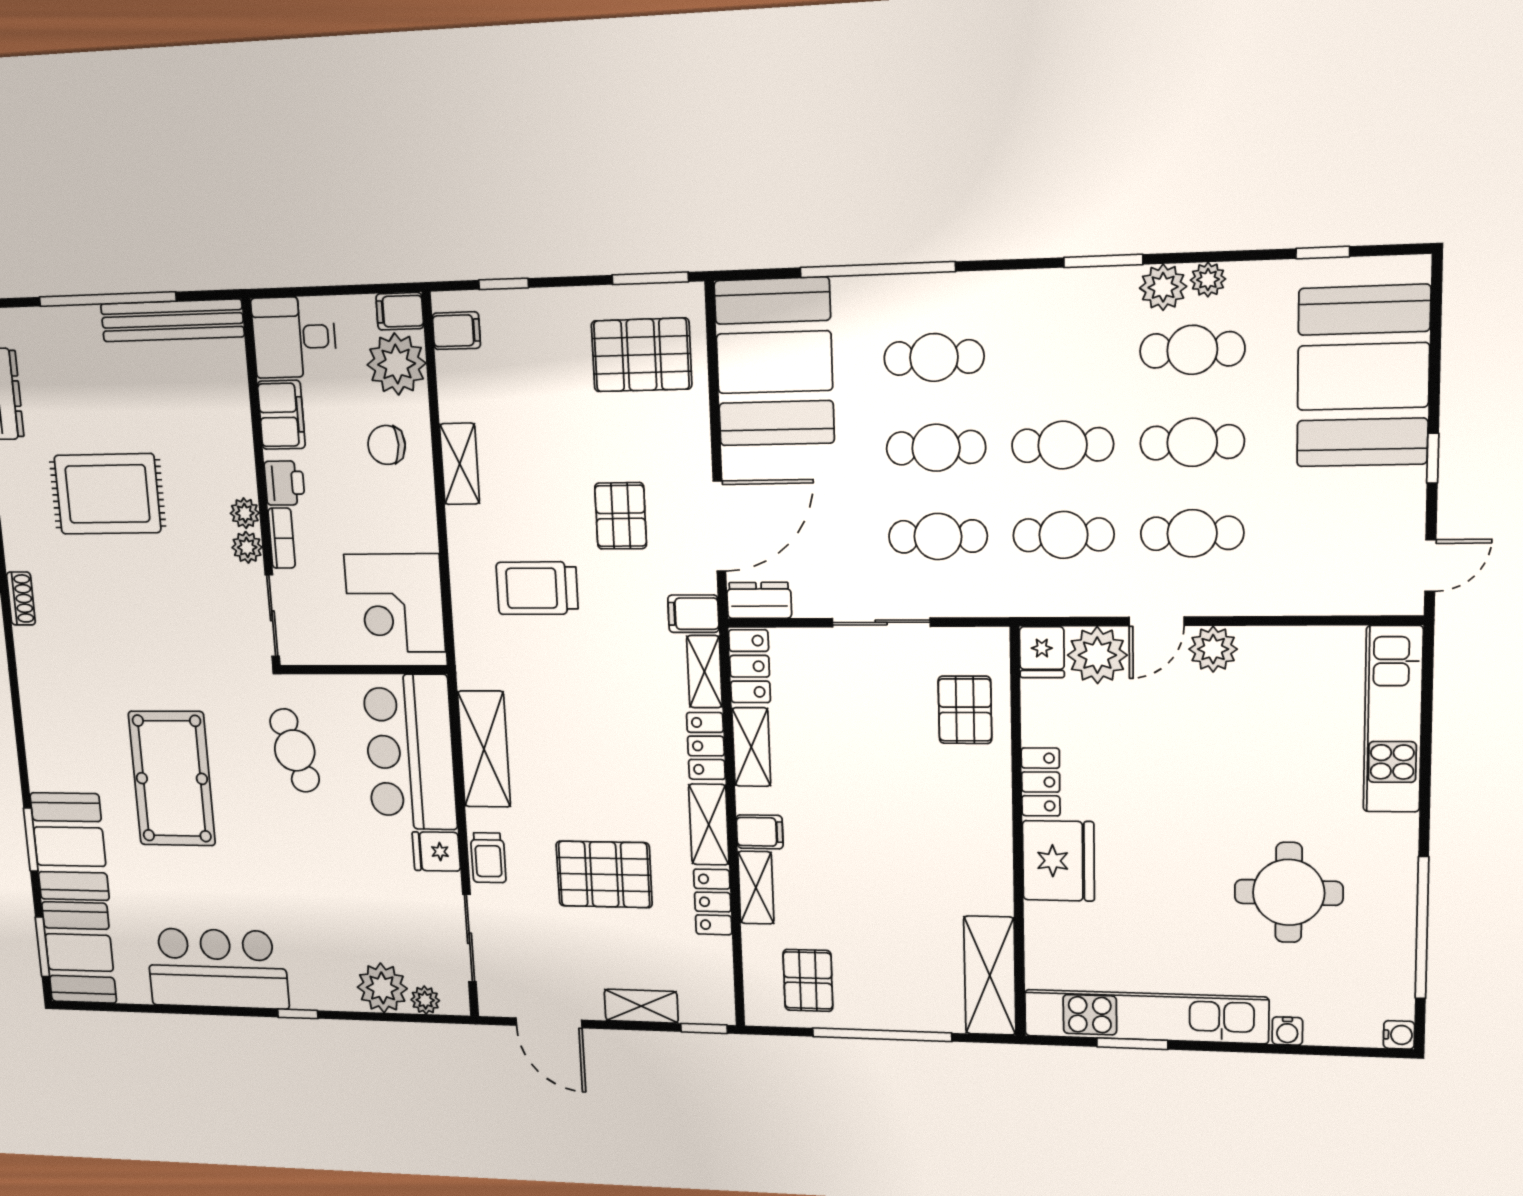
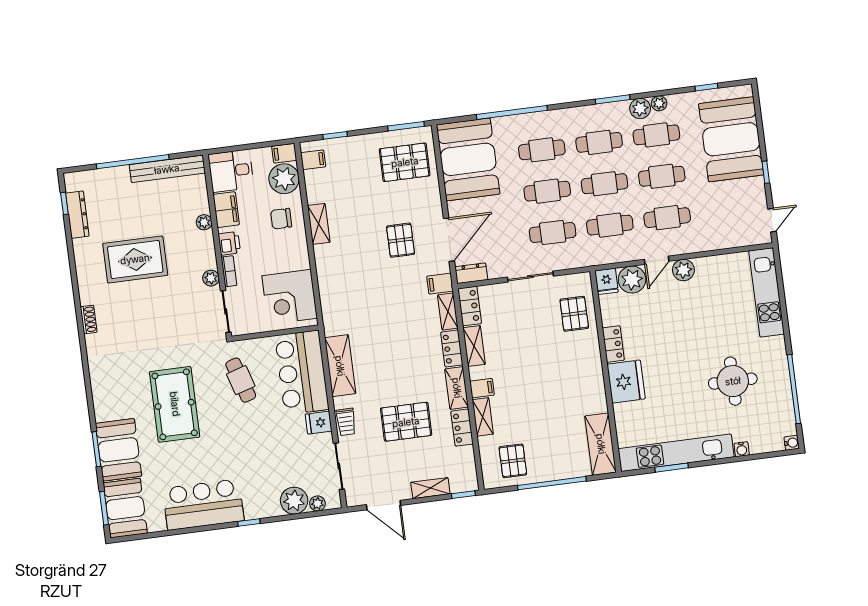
cafe table: (1062, 354) -> (599, 142), added
plant: (245, 513) -> (204, 222), moved
trolley: (537, 588) -> (362, 281), removed

